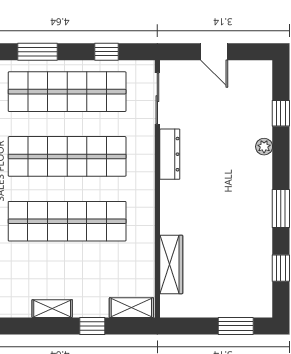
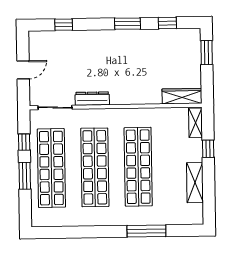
window: (37, 52) -> (25, 176), moved
plant: (264, 147) -> (86, 36), removed
wardrobe: (171, 264) -> (182, 96), moved
shelving: (52, 309) -> (195, 183), width x1.50, depth x1.33

